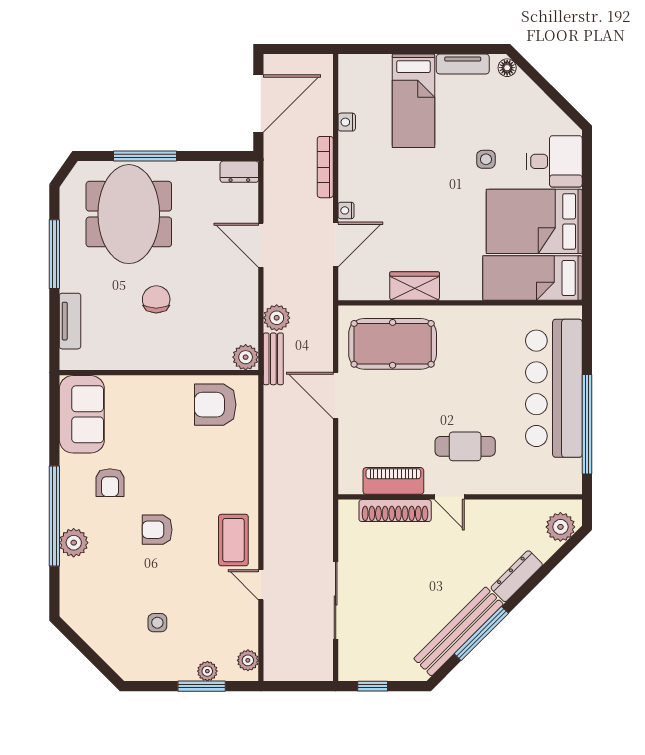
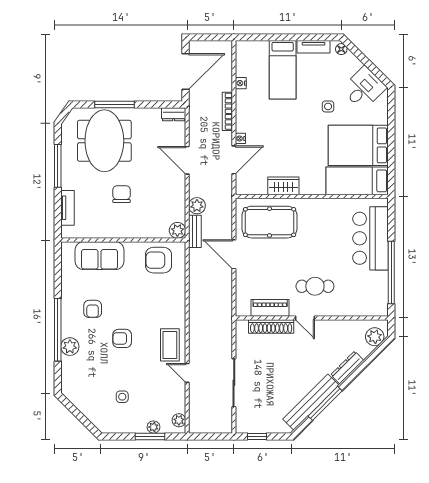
desk: (554, 161) -> (364, 88), moved, turned -45
bar counter: (554, 388) -> (371, 238), width x0.73
sofa: (82, 414) -> (100, 256), moved, turned 90

